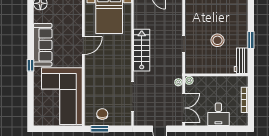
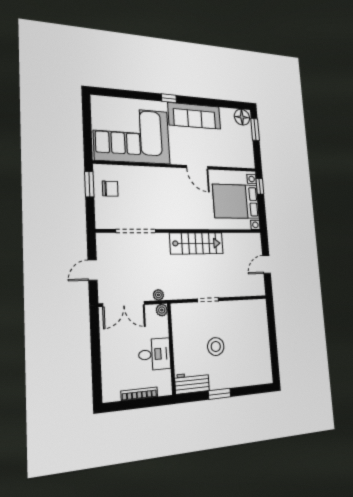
desk: (218, 114) -> (155, 354), moved, turned 180

